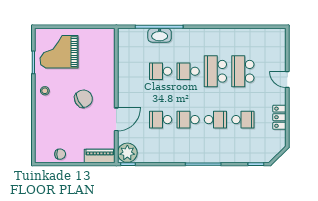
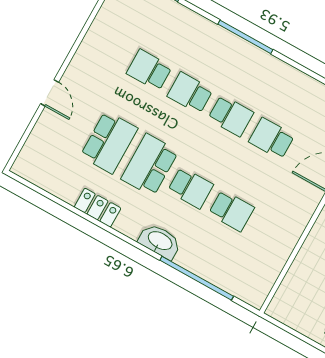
washbasin: (160, 35) -> (160, 241), moved
school desk: (215, 71) -> (150, 165), turned 180
locker: (279, 117) -> (98, 208), moved, turned -90
school desk: (161, 120) -> (272, 139), turned 180

